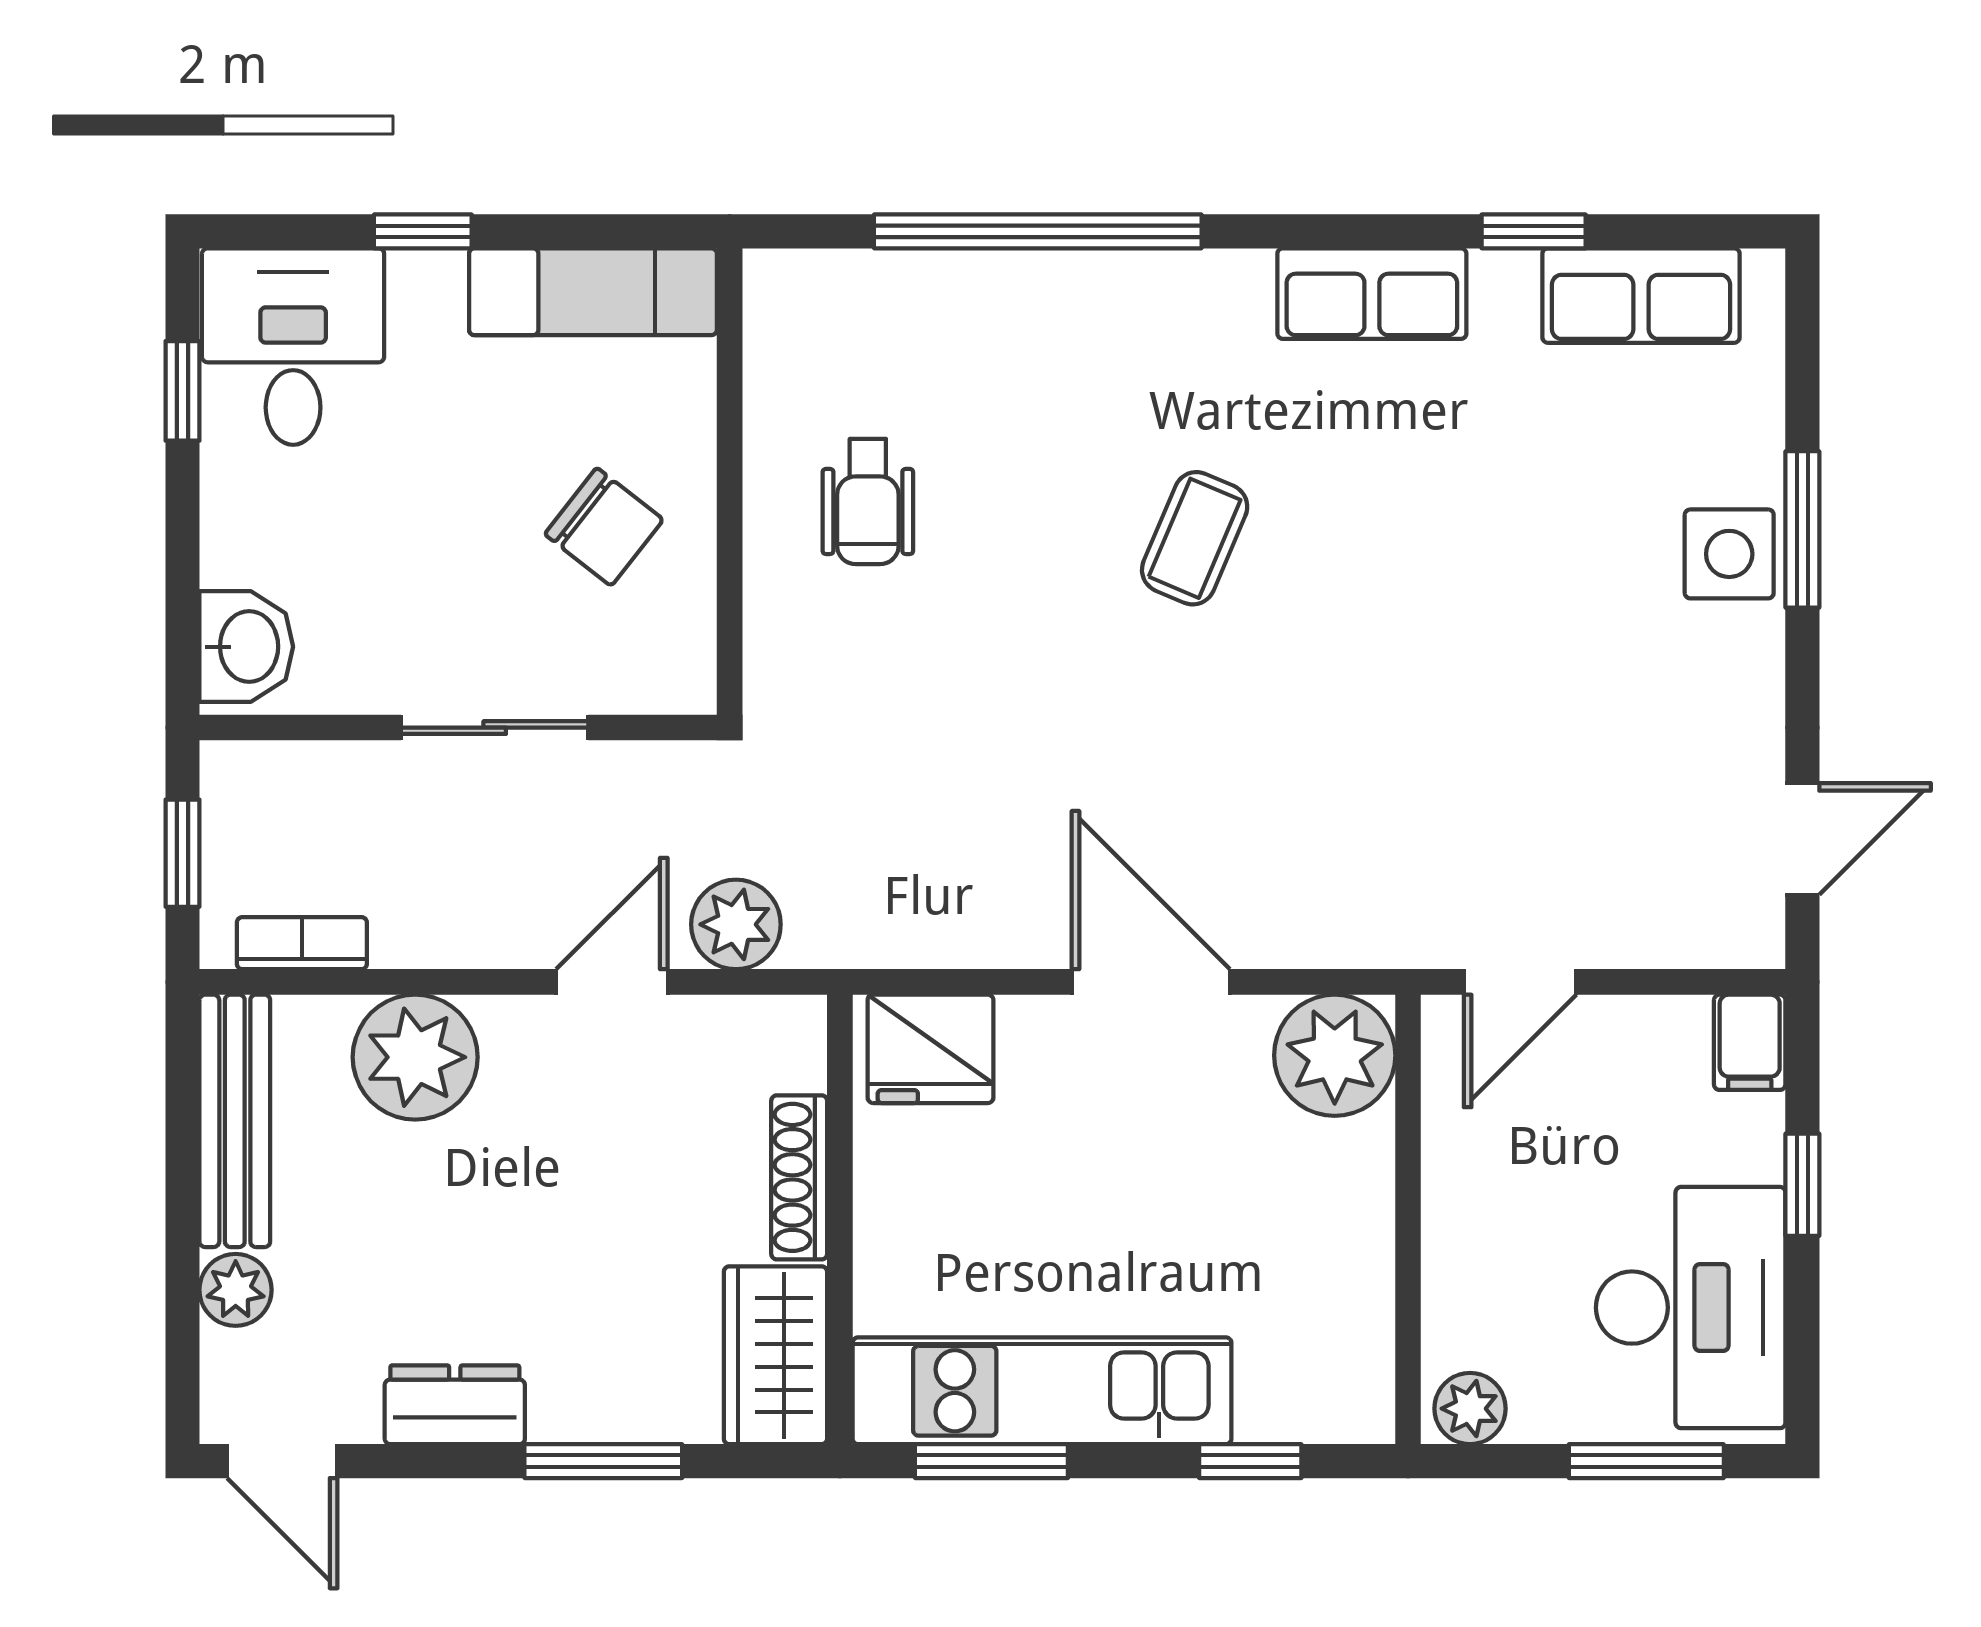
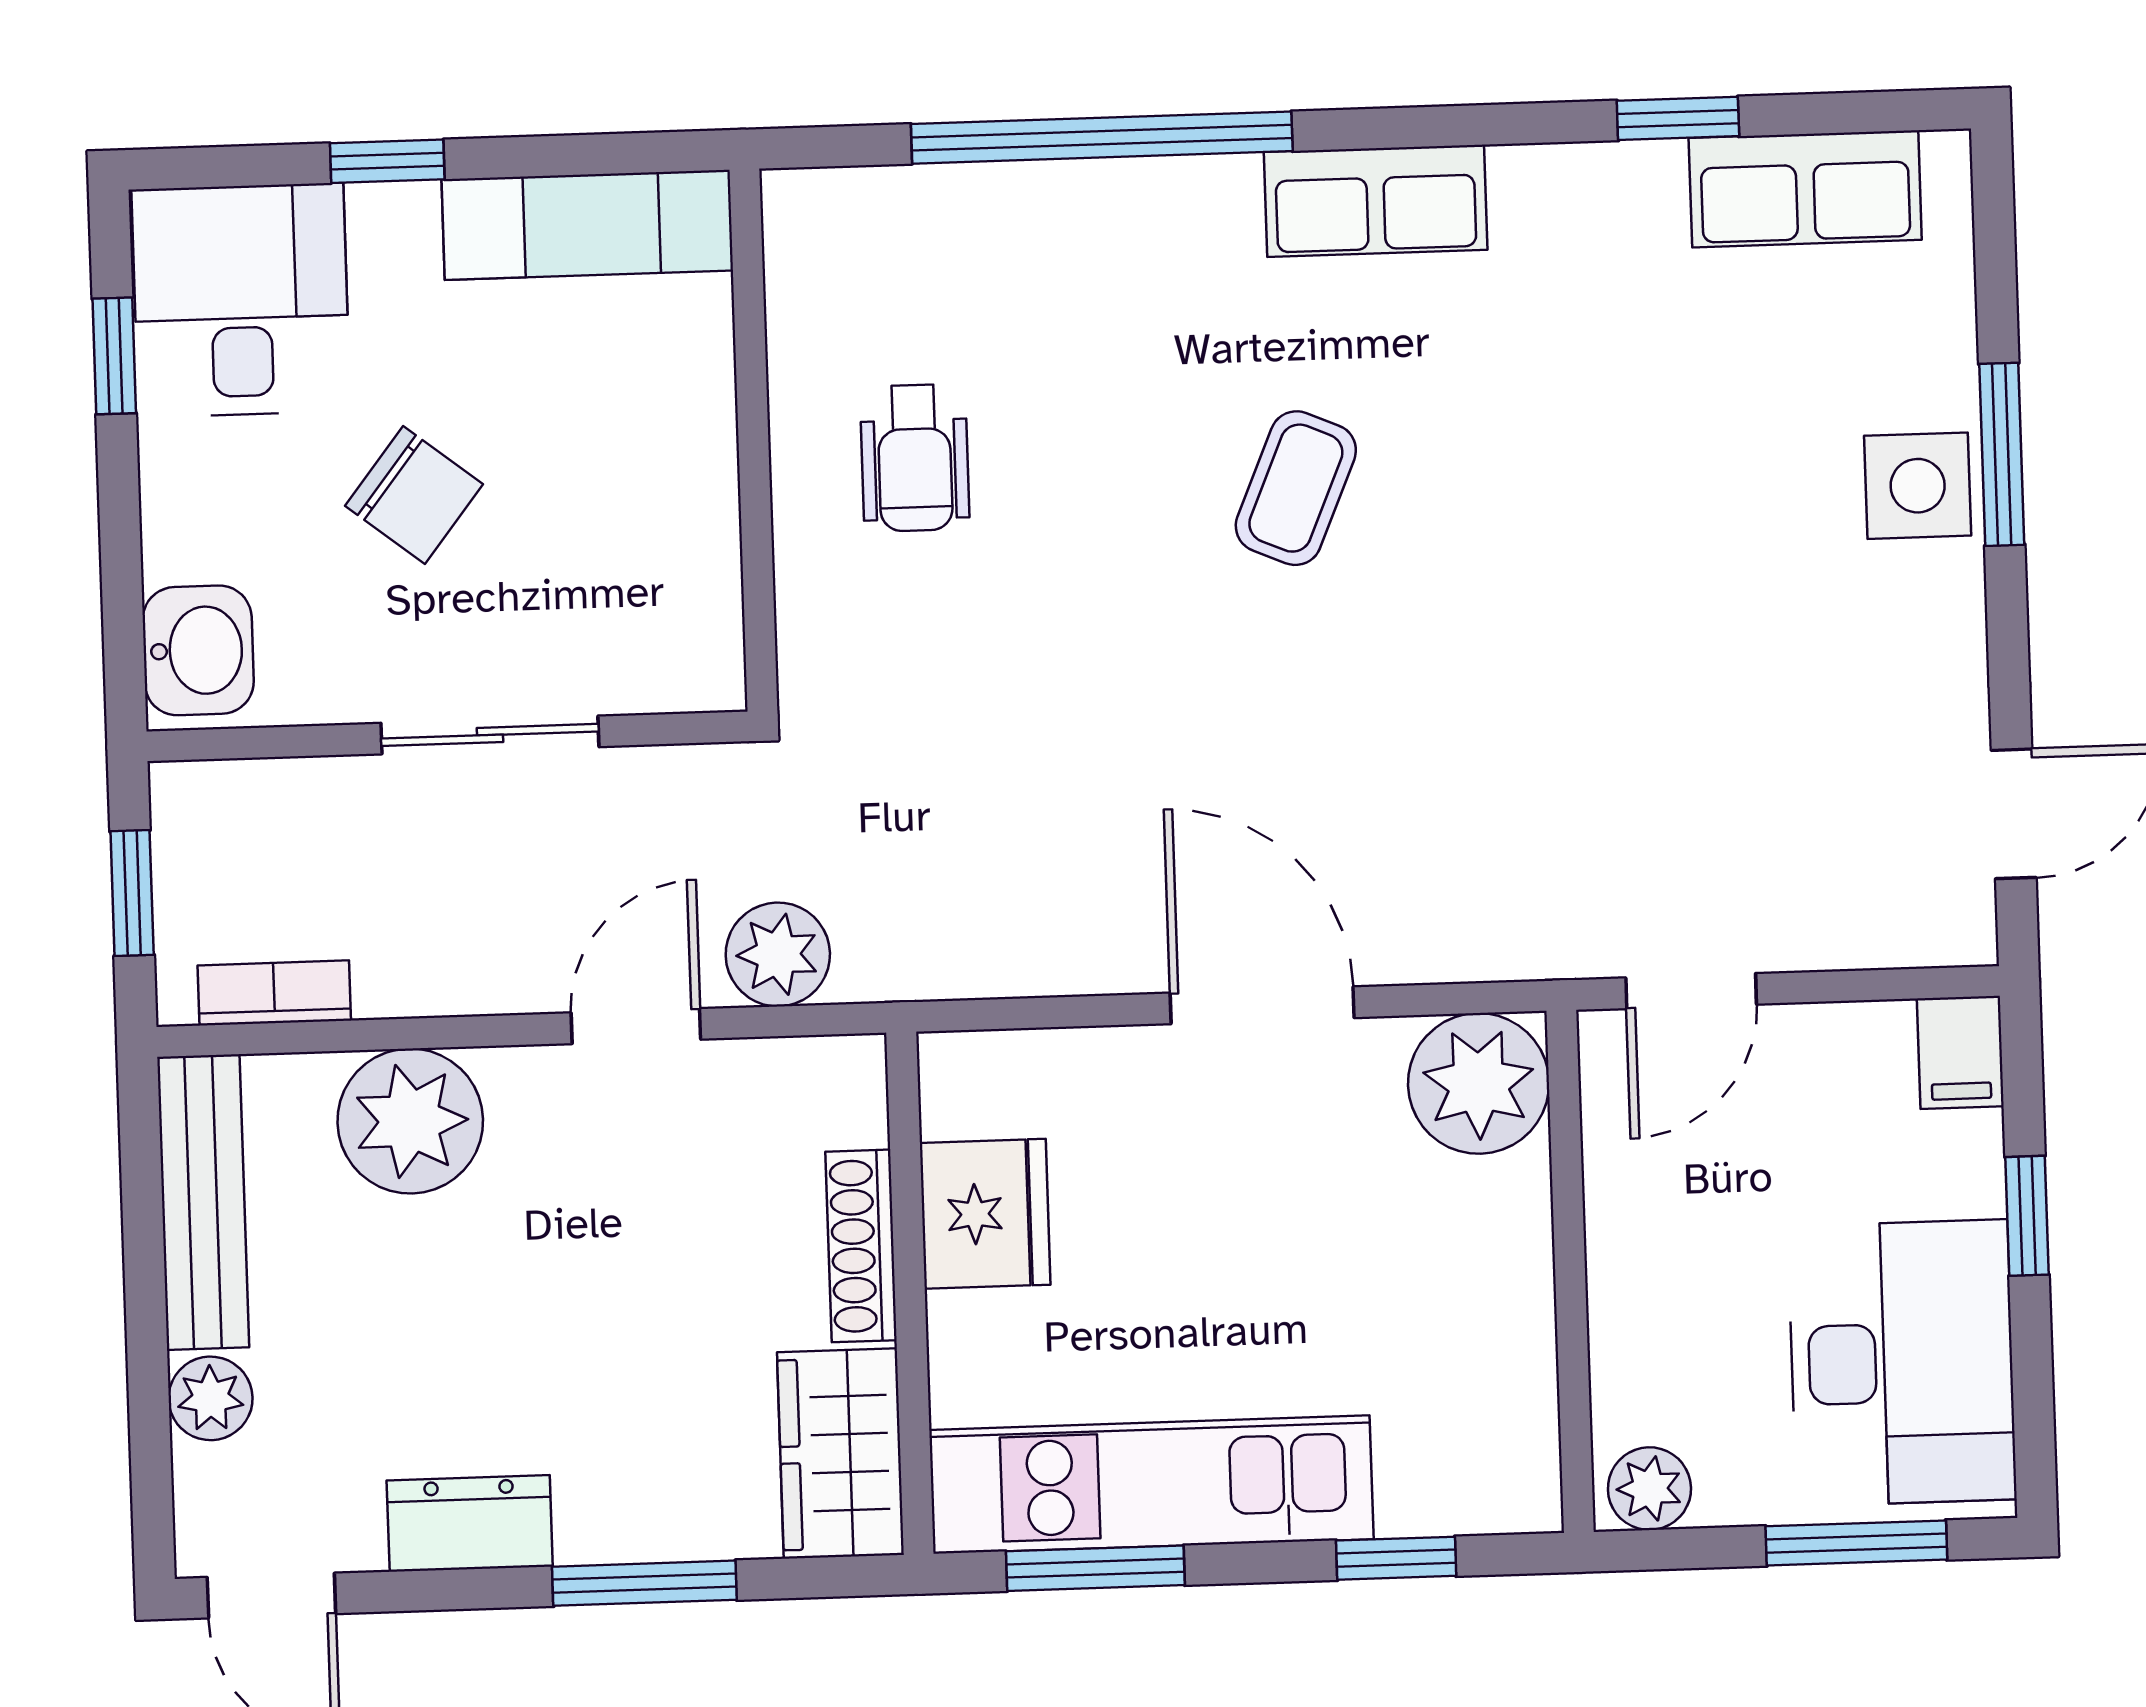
row of seats: (1372, 294) -> (1376, 201), moved
chair: (604, 527) -> (414, 495), moved
fridge: (931, 1049) -> (985, 1214), moved, turned -90

